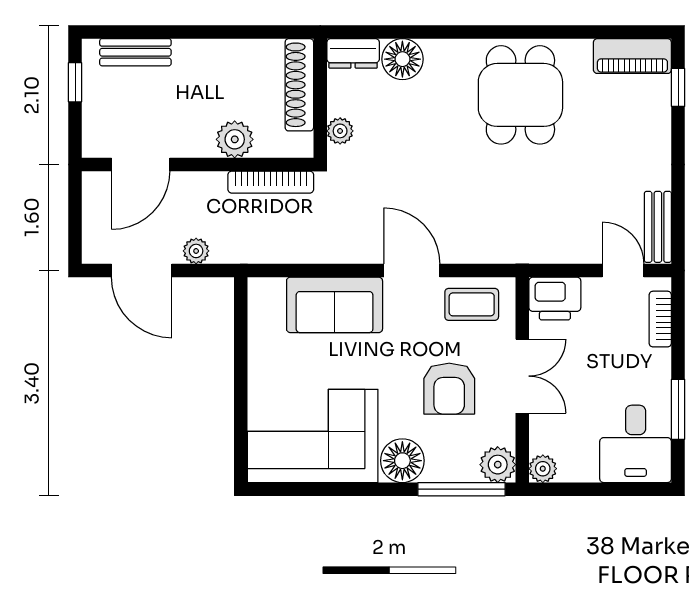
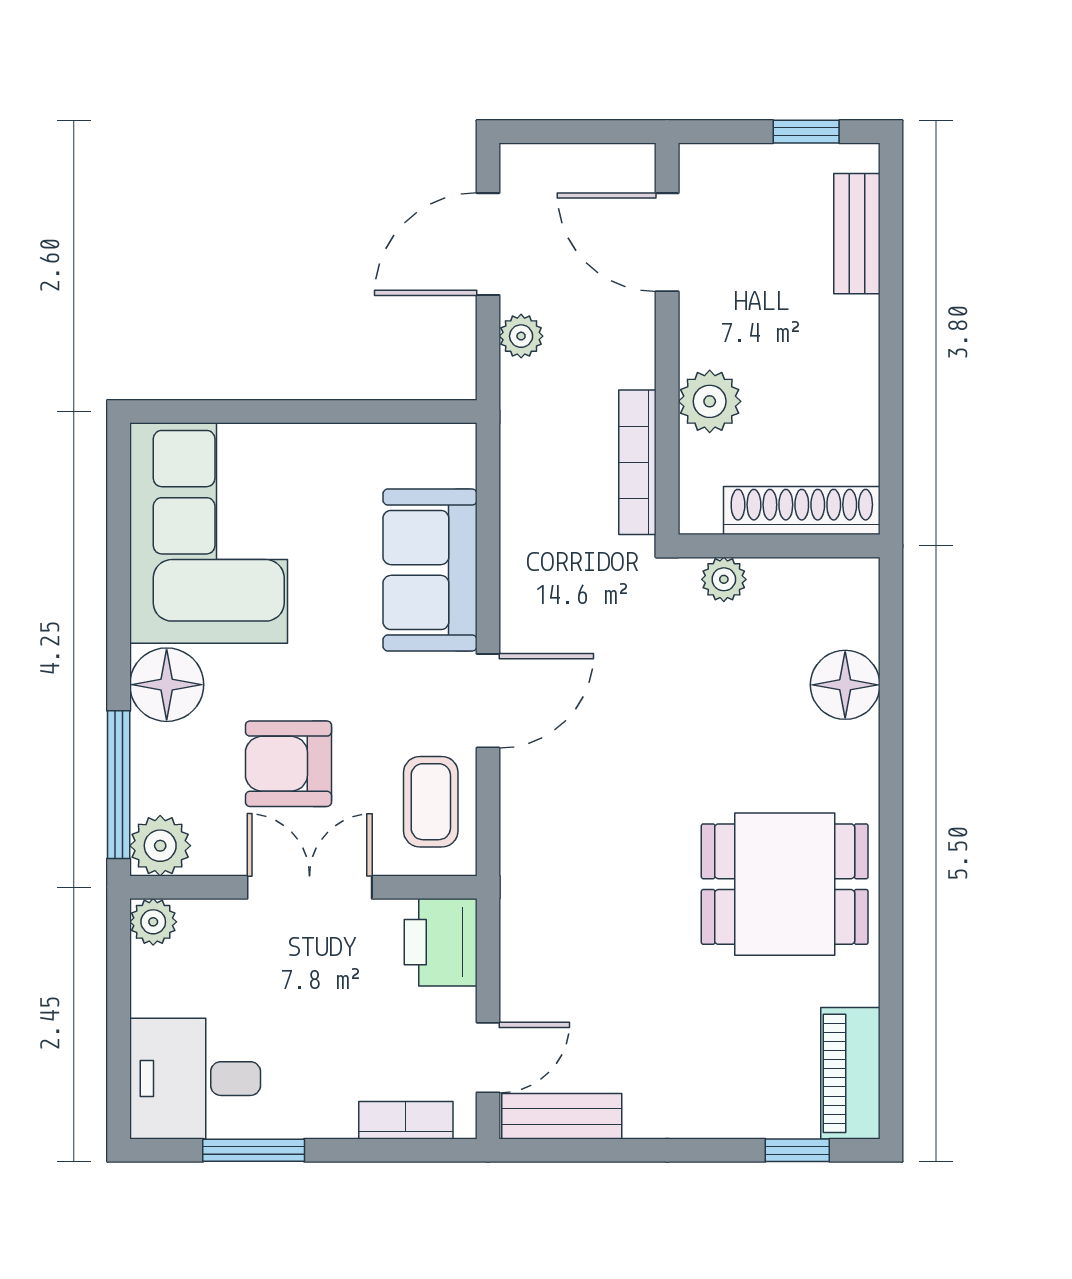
dresser: (353, 53) -> (855, 601), removed
double door: (522, 376) -> (310, 887), swing flipped

